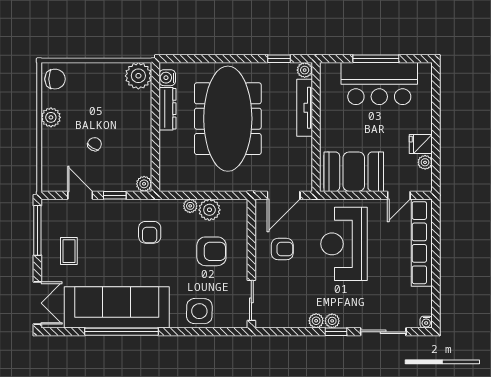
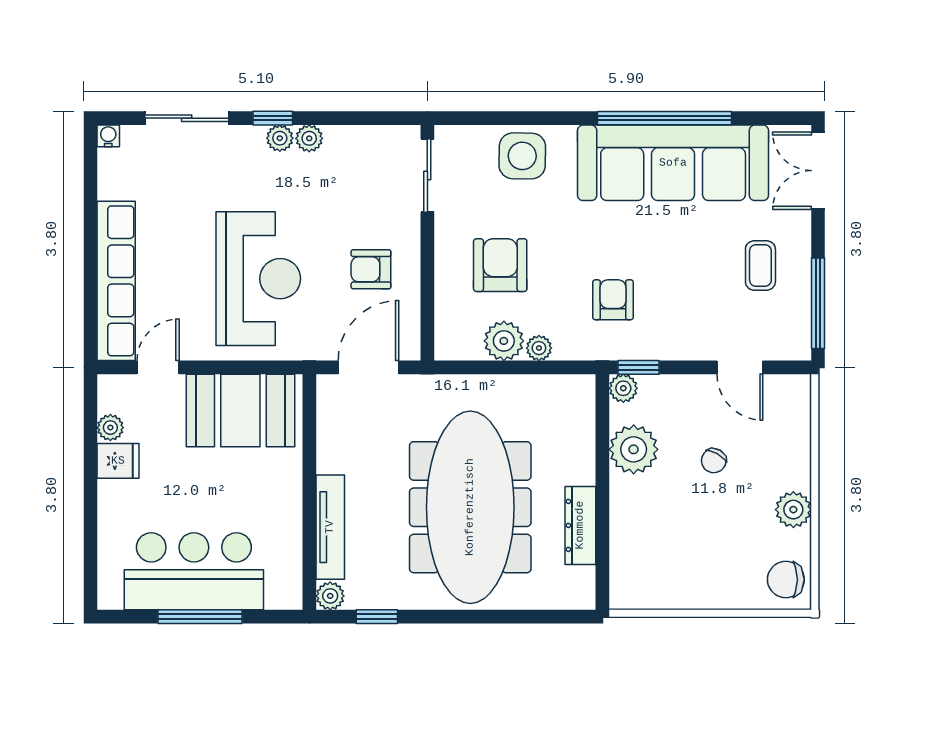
plant: (138, 76) -> (634, 449), moved
water cooler: (167, 78) -> (581, 582), removed
window: (115, 195) -> (639, 367), moved
armchair: (211, 251) -> (500, 265), turned 90

